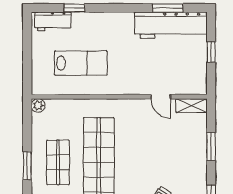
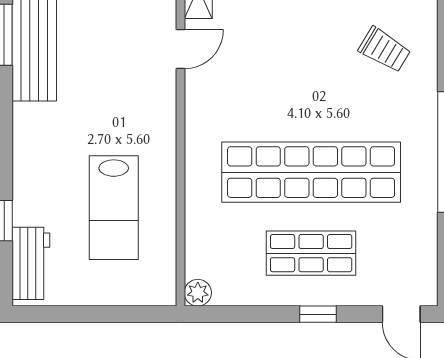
lab bench: (81, 63) -> (114, 208), turned 180
window: (27, 166) -> (318, 314), width x0.67

